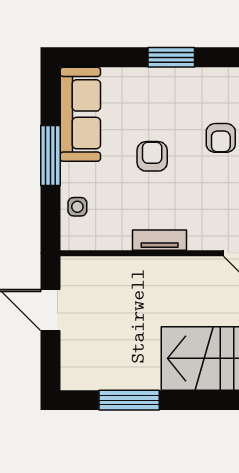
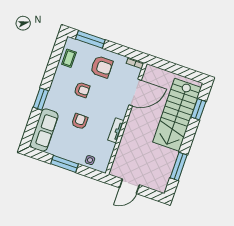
sofa: (80, 114) -> (44, 130), moved, turned 90
armchair: (152, 156) -> (80, 121), turned 90

